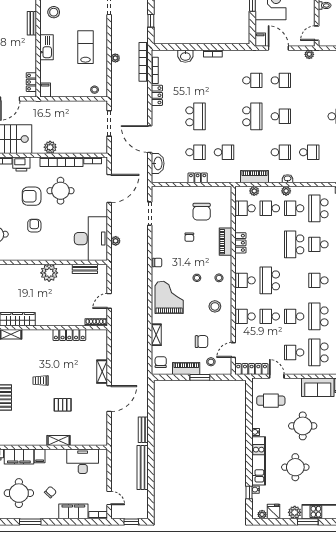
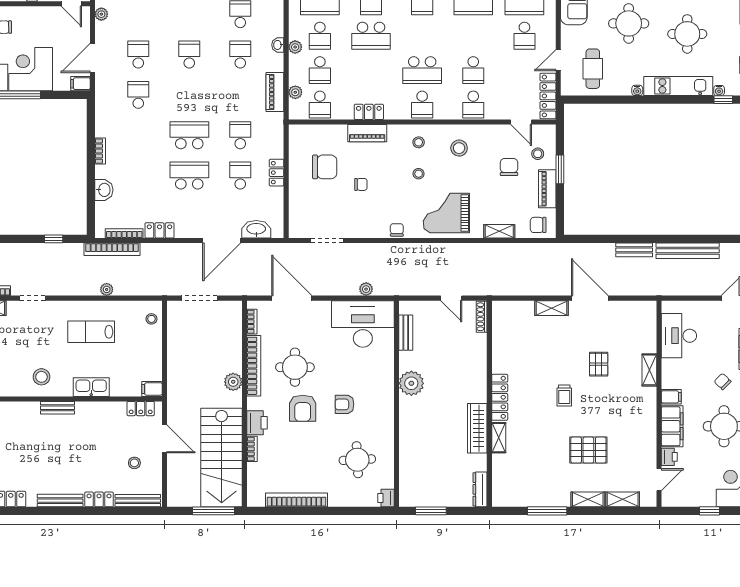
school desk: (252, 116) -> (189, 135), moved
school desk: (294, 316) -> (473, 36), removed
locker: (69, 335) -> (500, 397), moved

